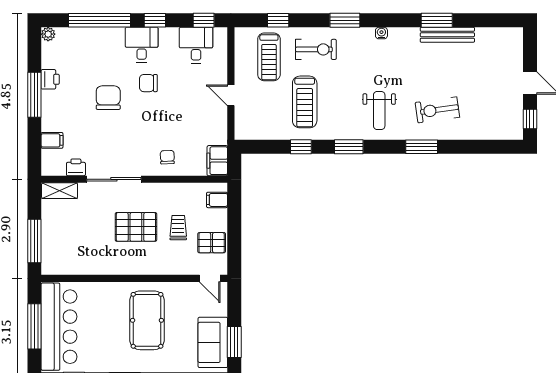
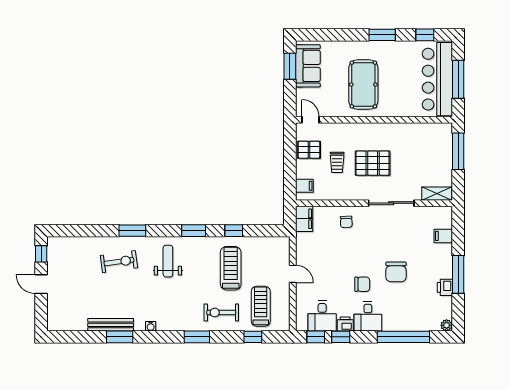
window: (155, 20) -> (341, 337), moved
water cooler: (381, 33) -> (151, 326), moved
printer: (76, 167) -> (345, 324), moved, turned 180

